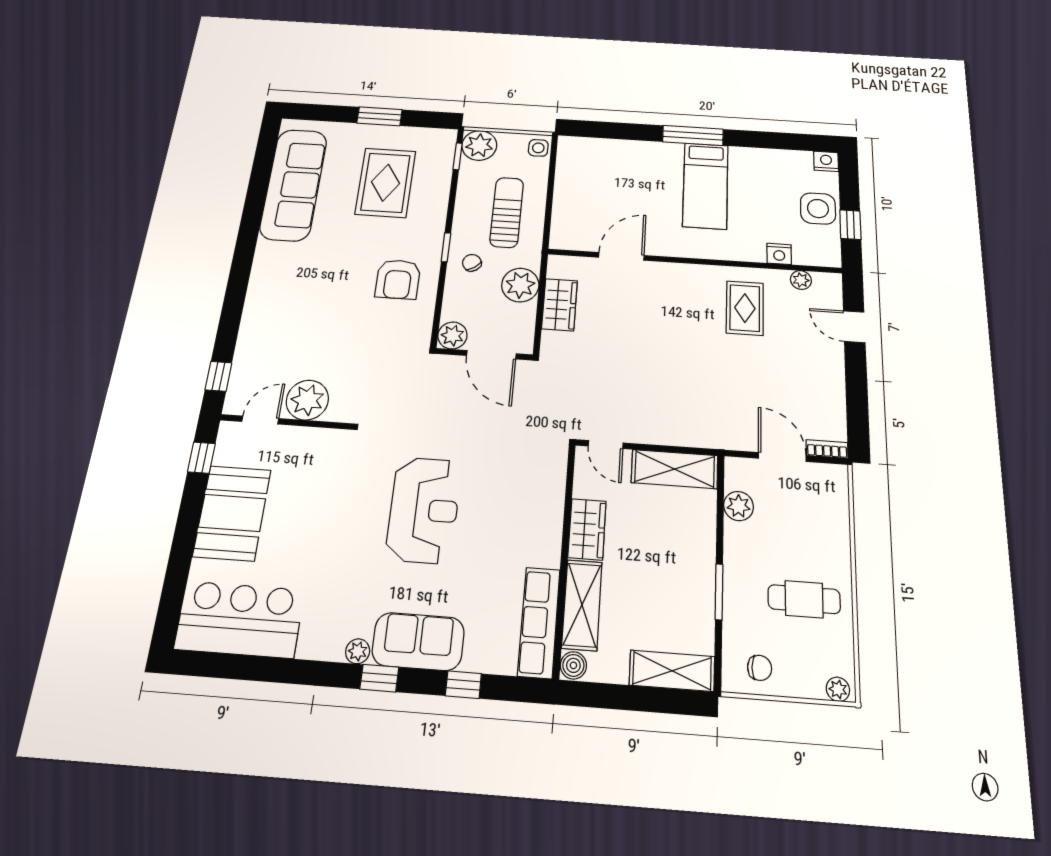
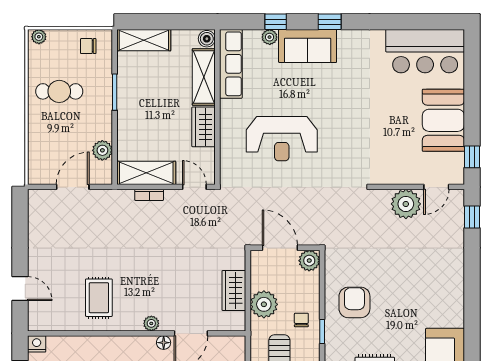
floor lamp: (658, 248) -> (164, 343), added
nightstand: (779, 254) -> (37, 344), moved
chair: (472, 263) -> (301, 320), turned -145
plant: (801, 280) -> (151, 323), moved
bookcase: (827, 449) -> (149, 195), moved
door: (782, 457) -> (73, 187), swing flipped
reception desk: (424, 510) -> (282, 139), moved, turned -90
plant: (358, 651) -> (270, 37), moved

